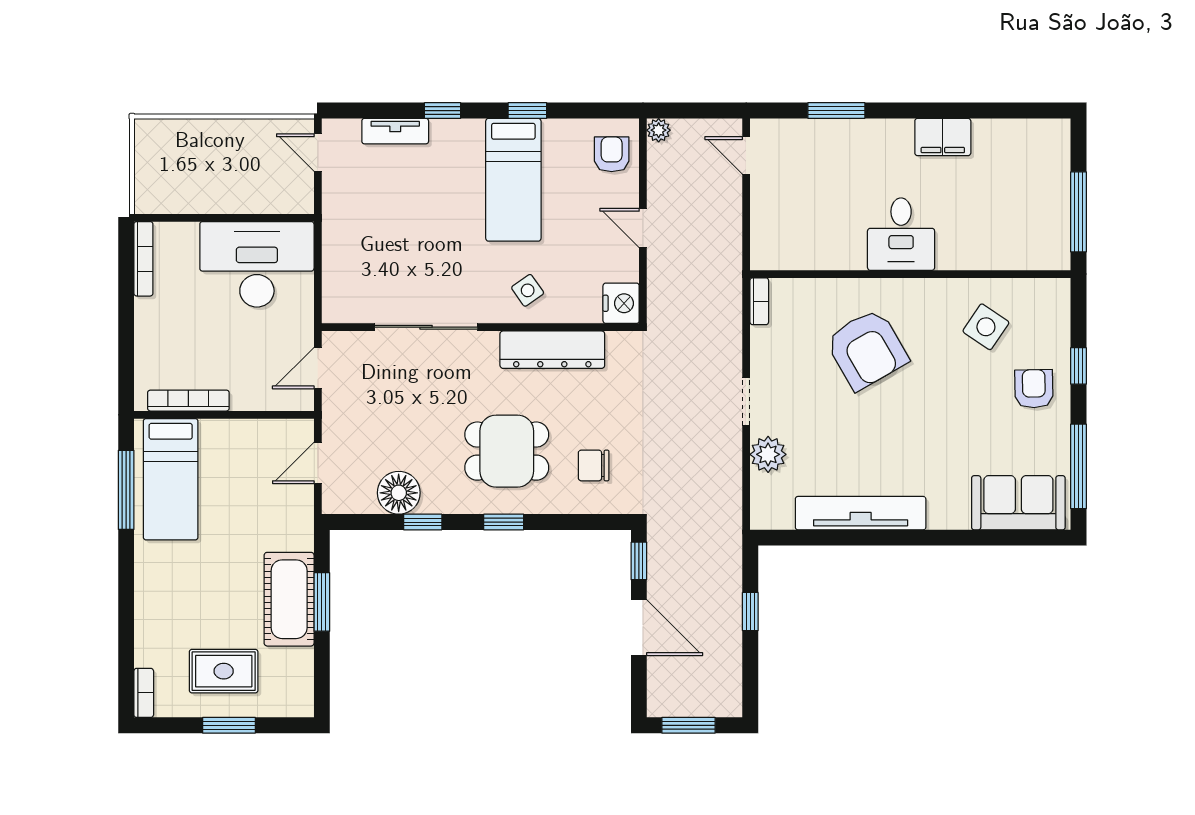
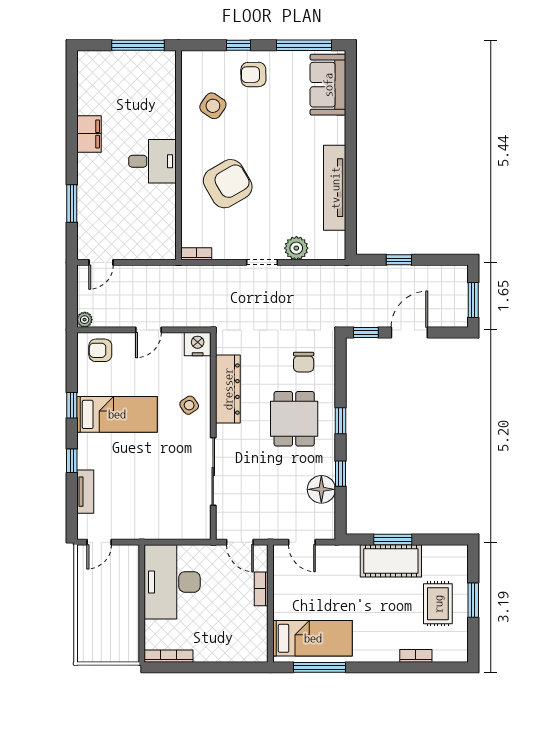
bookcase: (188, 401) -> (261, 589), moved, width x0.64
bookcase: (144, 693) -> (416, 656), moved

